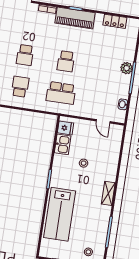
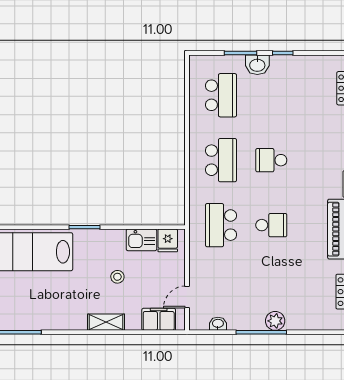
school desk: (66, 61) -> (271, 225), turned 180
school desk: (20, 87) -> (221, 160), width x1.85
filing cabinet: (114, 141) -> (159, 319), added
shelving: (108, 193) -> (106, 322), moved

